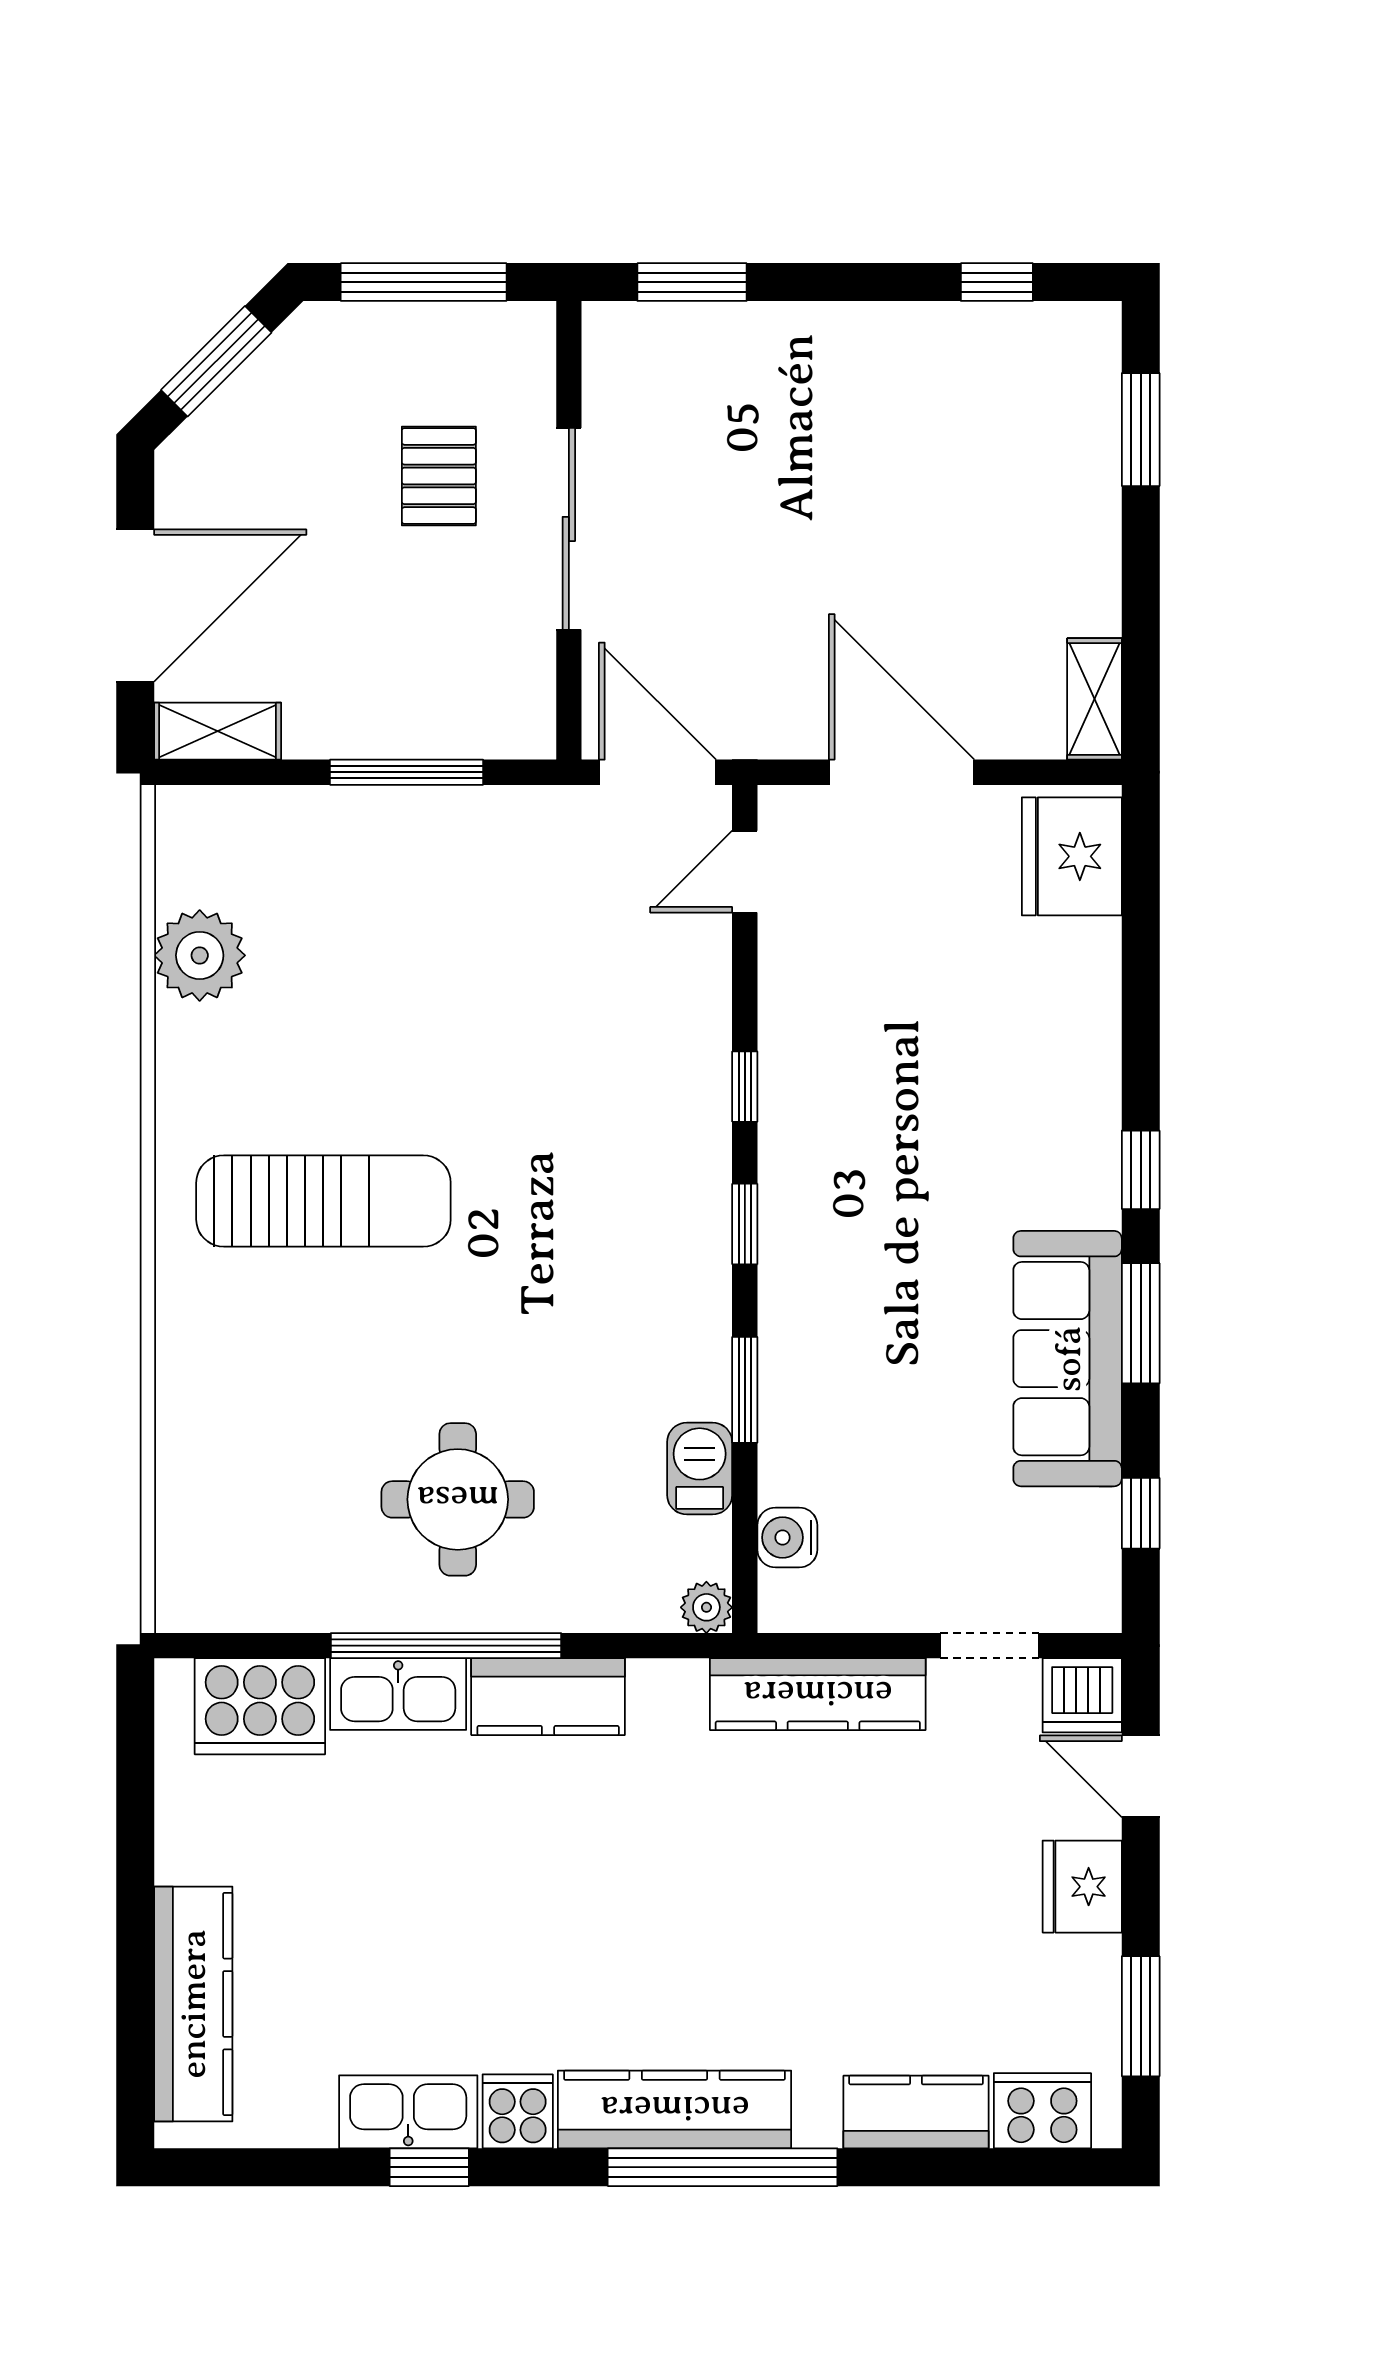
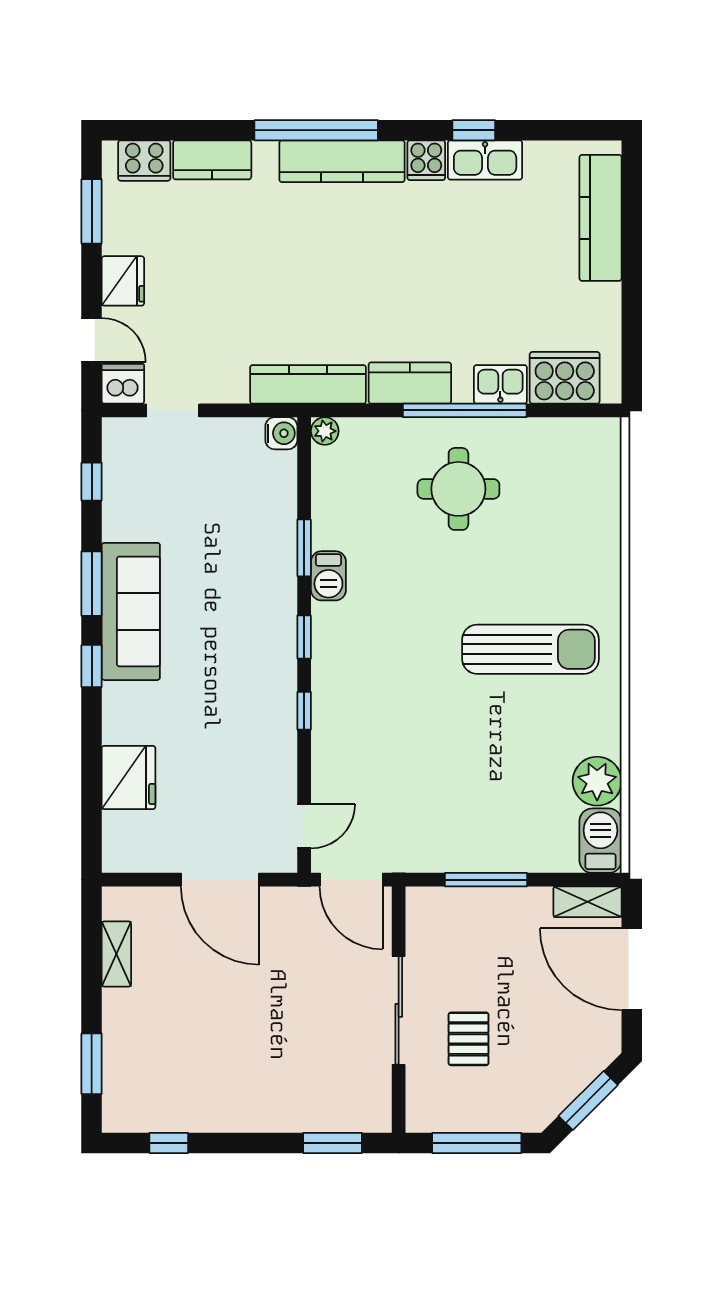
door: (135, 605) -> (632, 969), hinge flipped
shelving: (1094, 699) -> (116, 954), moved
barbecue: (193, 845) -> (600, 841), added
fridge: (1072, 856) -> (129, 777), moved
sun lounger: (323, 1201) -> (531, 649), turned 180
sofa: (1068, 1359) -> (131, 611), moved
barbecue: (700, 1469) -> (328, 576), moved
water cooler: (787, 1537) -> (281, 433), moved
kitchen sink: (398, 1694) -> (500, 384), width x0.73
kitchen counter: (818, 1694) -> (308, 384), moved

